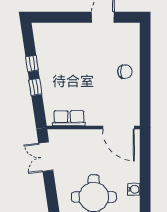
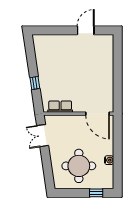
window: (32, 64) -> (32, 65), removed
chair: (125, 72) -> (102, 71), removed

